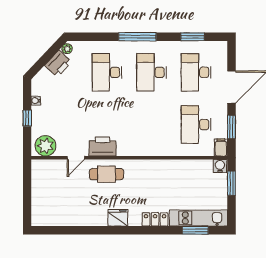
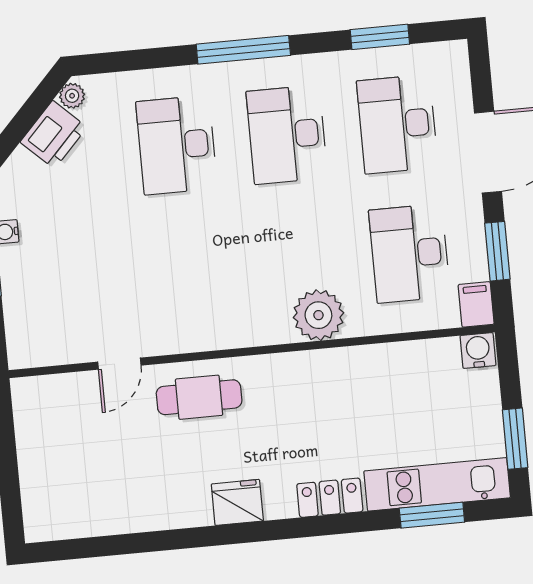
plant: (45, 146) -> (318, 315), moved
printer: (103, 147) -> (183, 330), removed
window: (231, 183) -> (515, 439), moved

